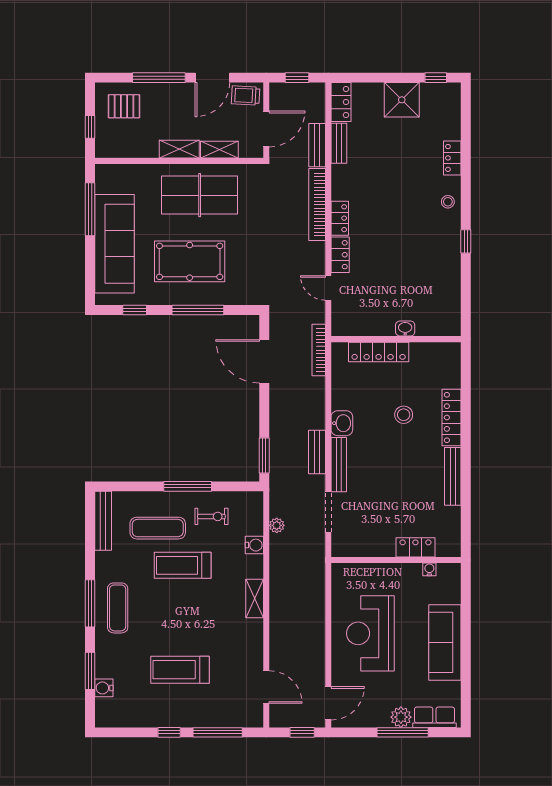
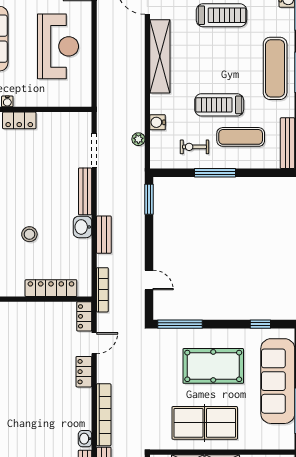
locker: (340, 218) -> (84, 316), moved
door: (328, 288) -> (94, 343), hinge flipped
window: (198, 310) -> (180, 324), moved
washbasin: (405, 329) -> (85, 439), moved, turned 90
door: (264, 361) -> (149, 280), width x0.53
bench: (317, 452) -> (104, 235), moved
treadmill: (183, 565) -> (219, 105), turned 180
shelving: (255, 598) -> (160, 56), width x2.20, depth x1.33
exercise mat: (118, 608) -> (275, 68), width x1.36, depth x1.45

